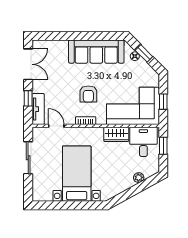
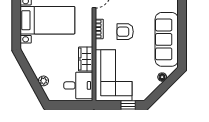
window: (144, 53) -> (165, 86), removed
window: (163, 102) -> (128, 105), moved
window: (163, 146) -> (75, 105), removed

